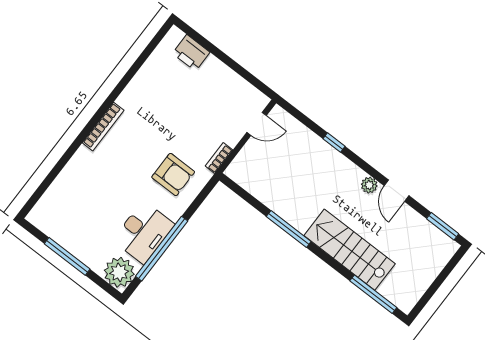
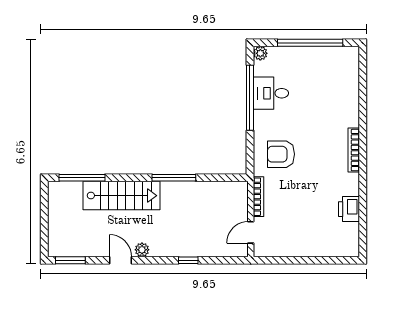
printer: (191, 53) -> (349, 209), moved, turned -90
bookcase: (219, 158) -> (258, 197), width x1.56
desk: (143, 232) -> (271, 93), width x0.73
window: (67, 256) -> (310, 43), width x1.46
plant: (119, 272) -> (260, 53), width x0.53, depth x0.53

